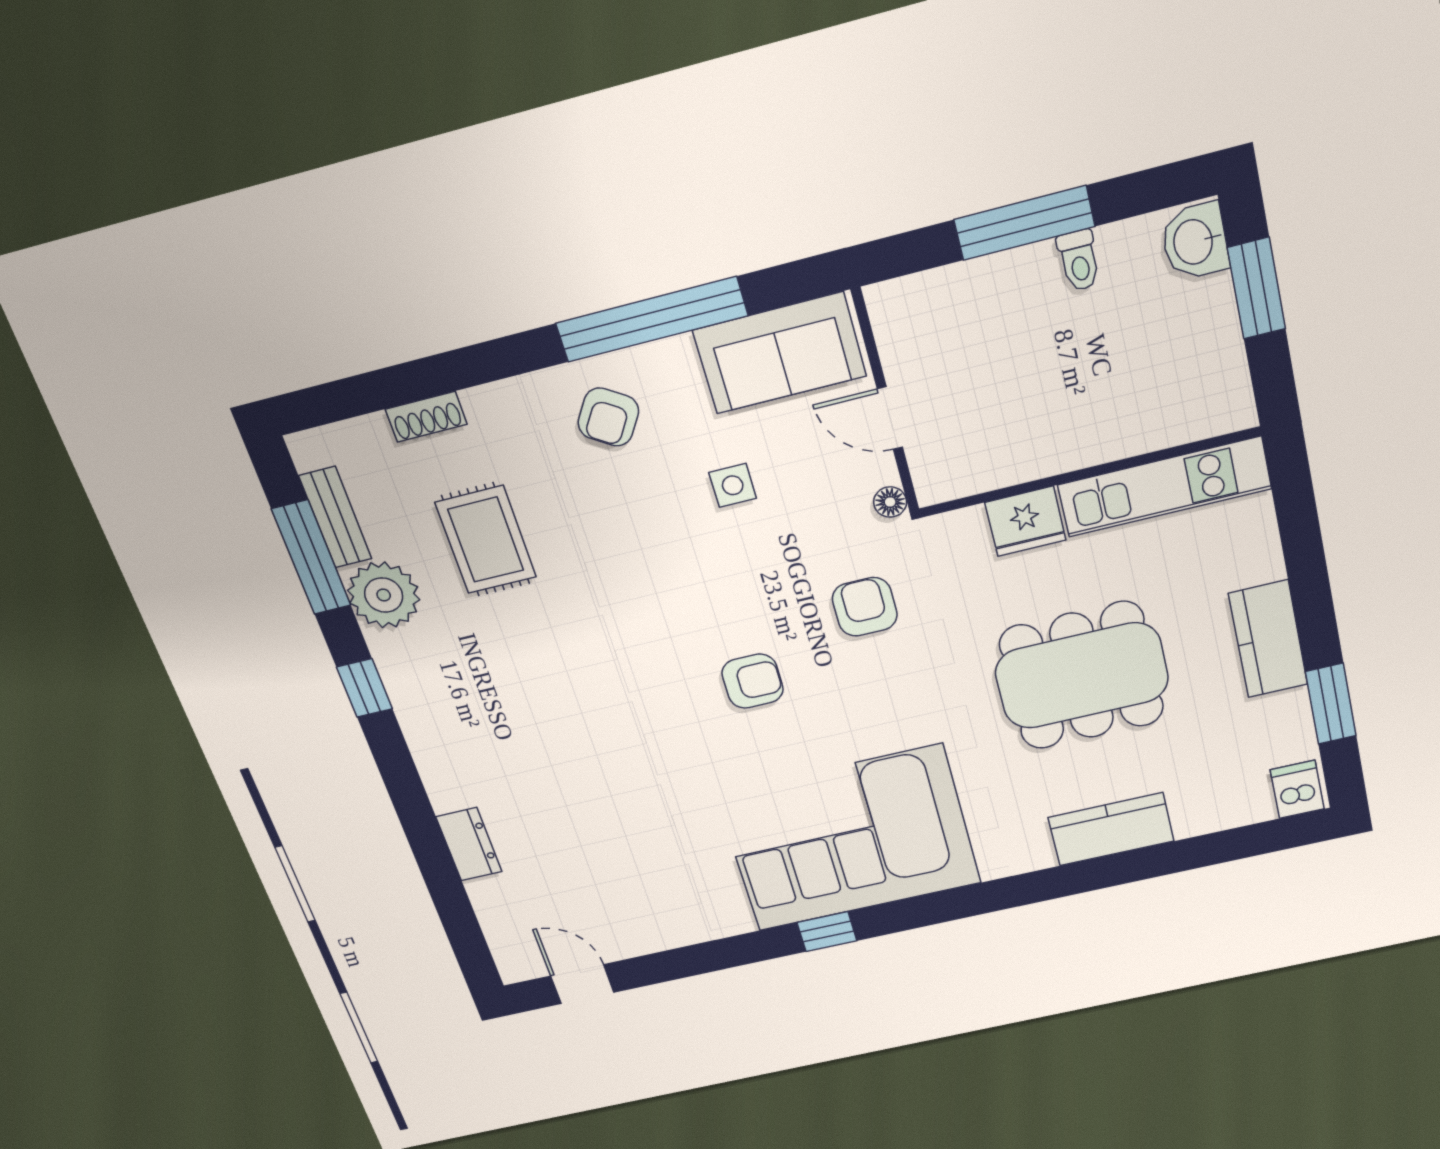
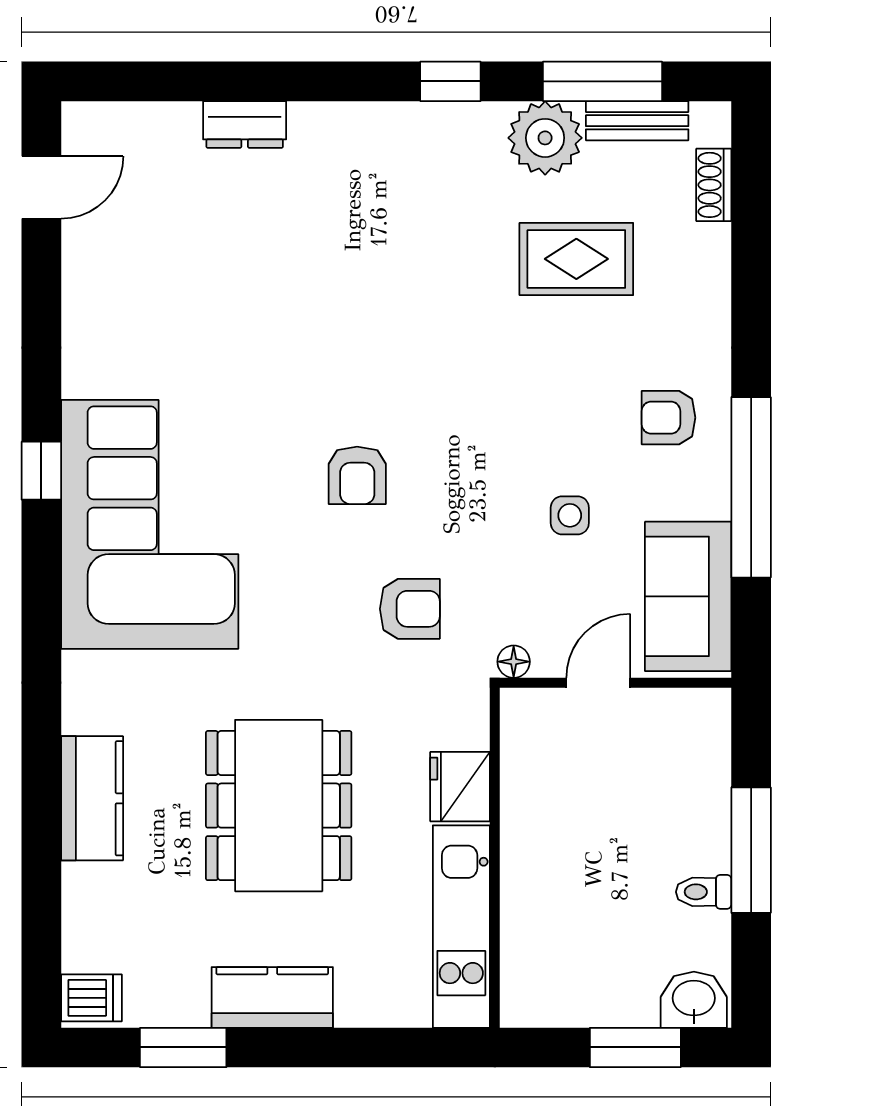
shoe rack: (426, 417) -> (714, 185), moved
armchair: (608, 417) -> (668, 418), turned -33

